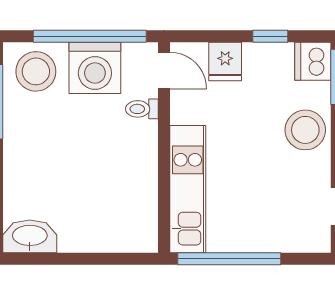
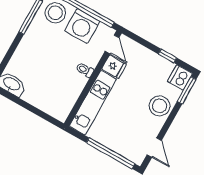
fridge: (225, 61) -> (114, 67), moved, turned -90
toilet: (142, 109) -> (85, 70), moved
window: (229, 259) -> (111, 153), moved

